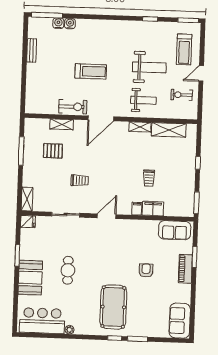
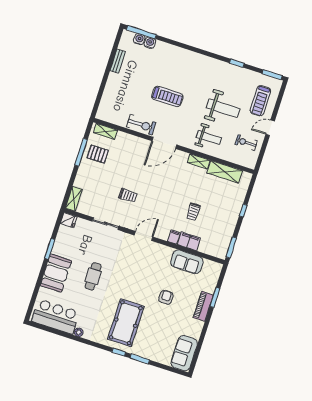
water cooler: (70, 24) -> (139, 39), moved
shelving: (62, 124) -> (105, 131), moved
pallet: (53, 151) -> (98, 154), moved
sofa: (175, 230) -> (187, 262), moved

